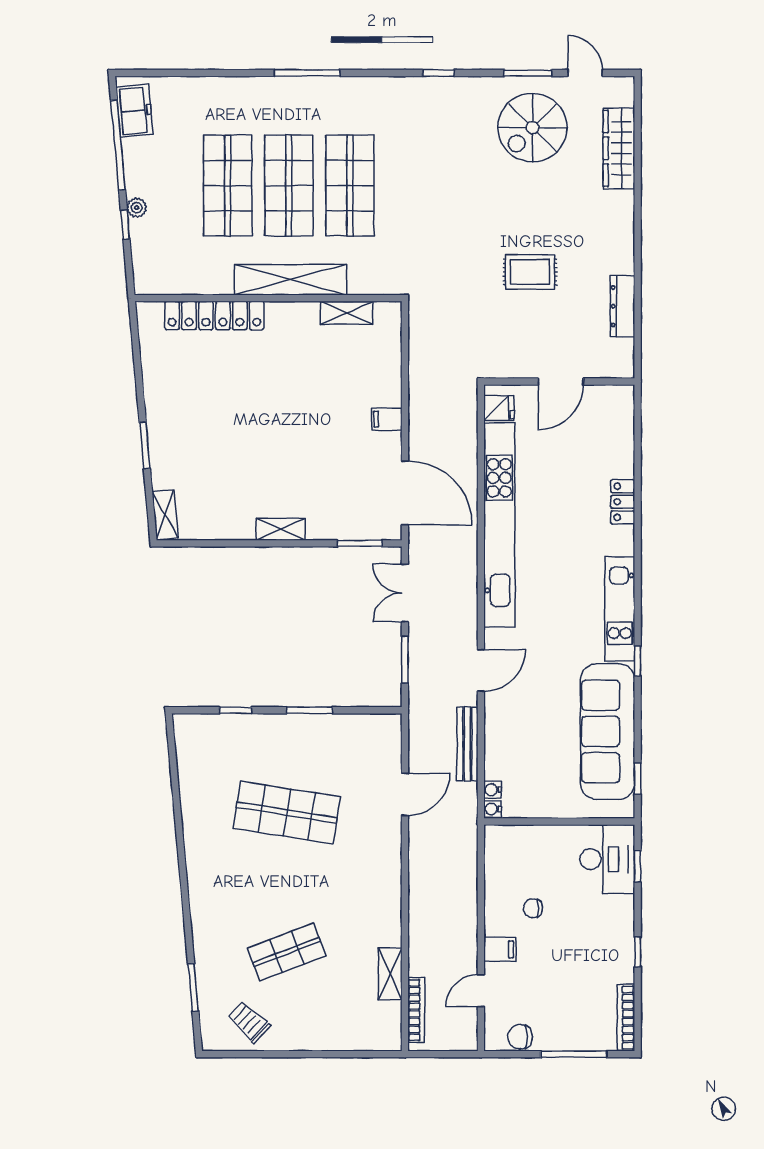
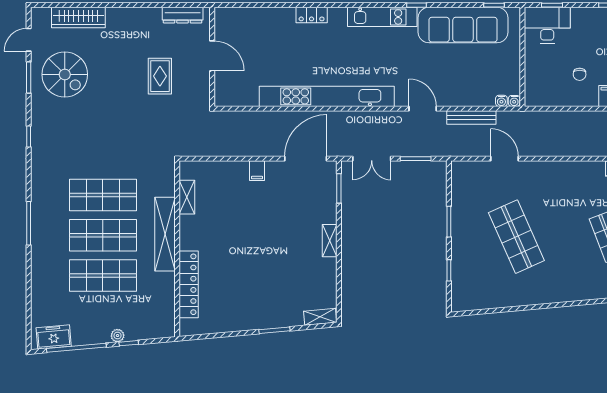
wall: (559, 381) -> (212, 57), moved
door: (561, 381) -> (212, 56), moved
fridge: (499, 408) -> (250, 97), removed
shop shelf: (287, 812) -> (516, 237), turned -33

